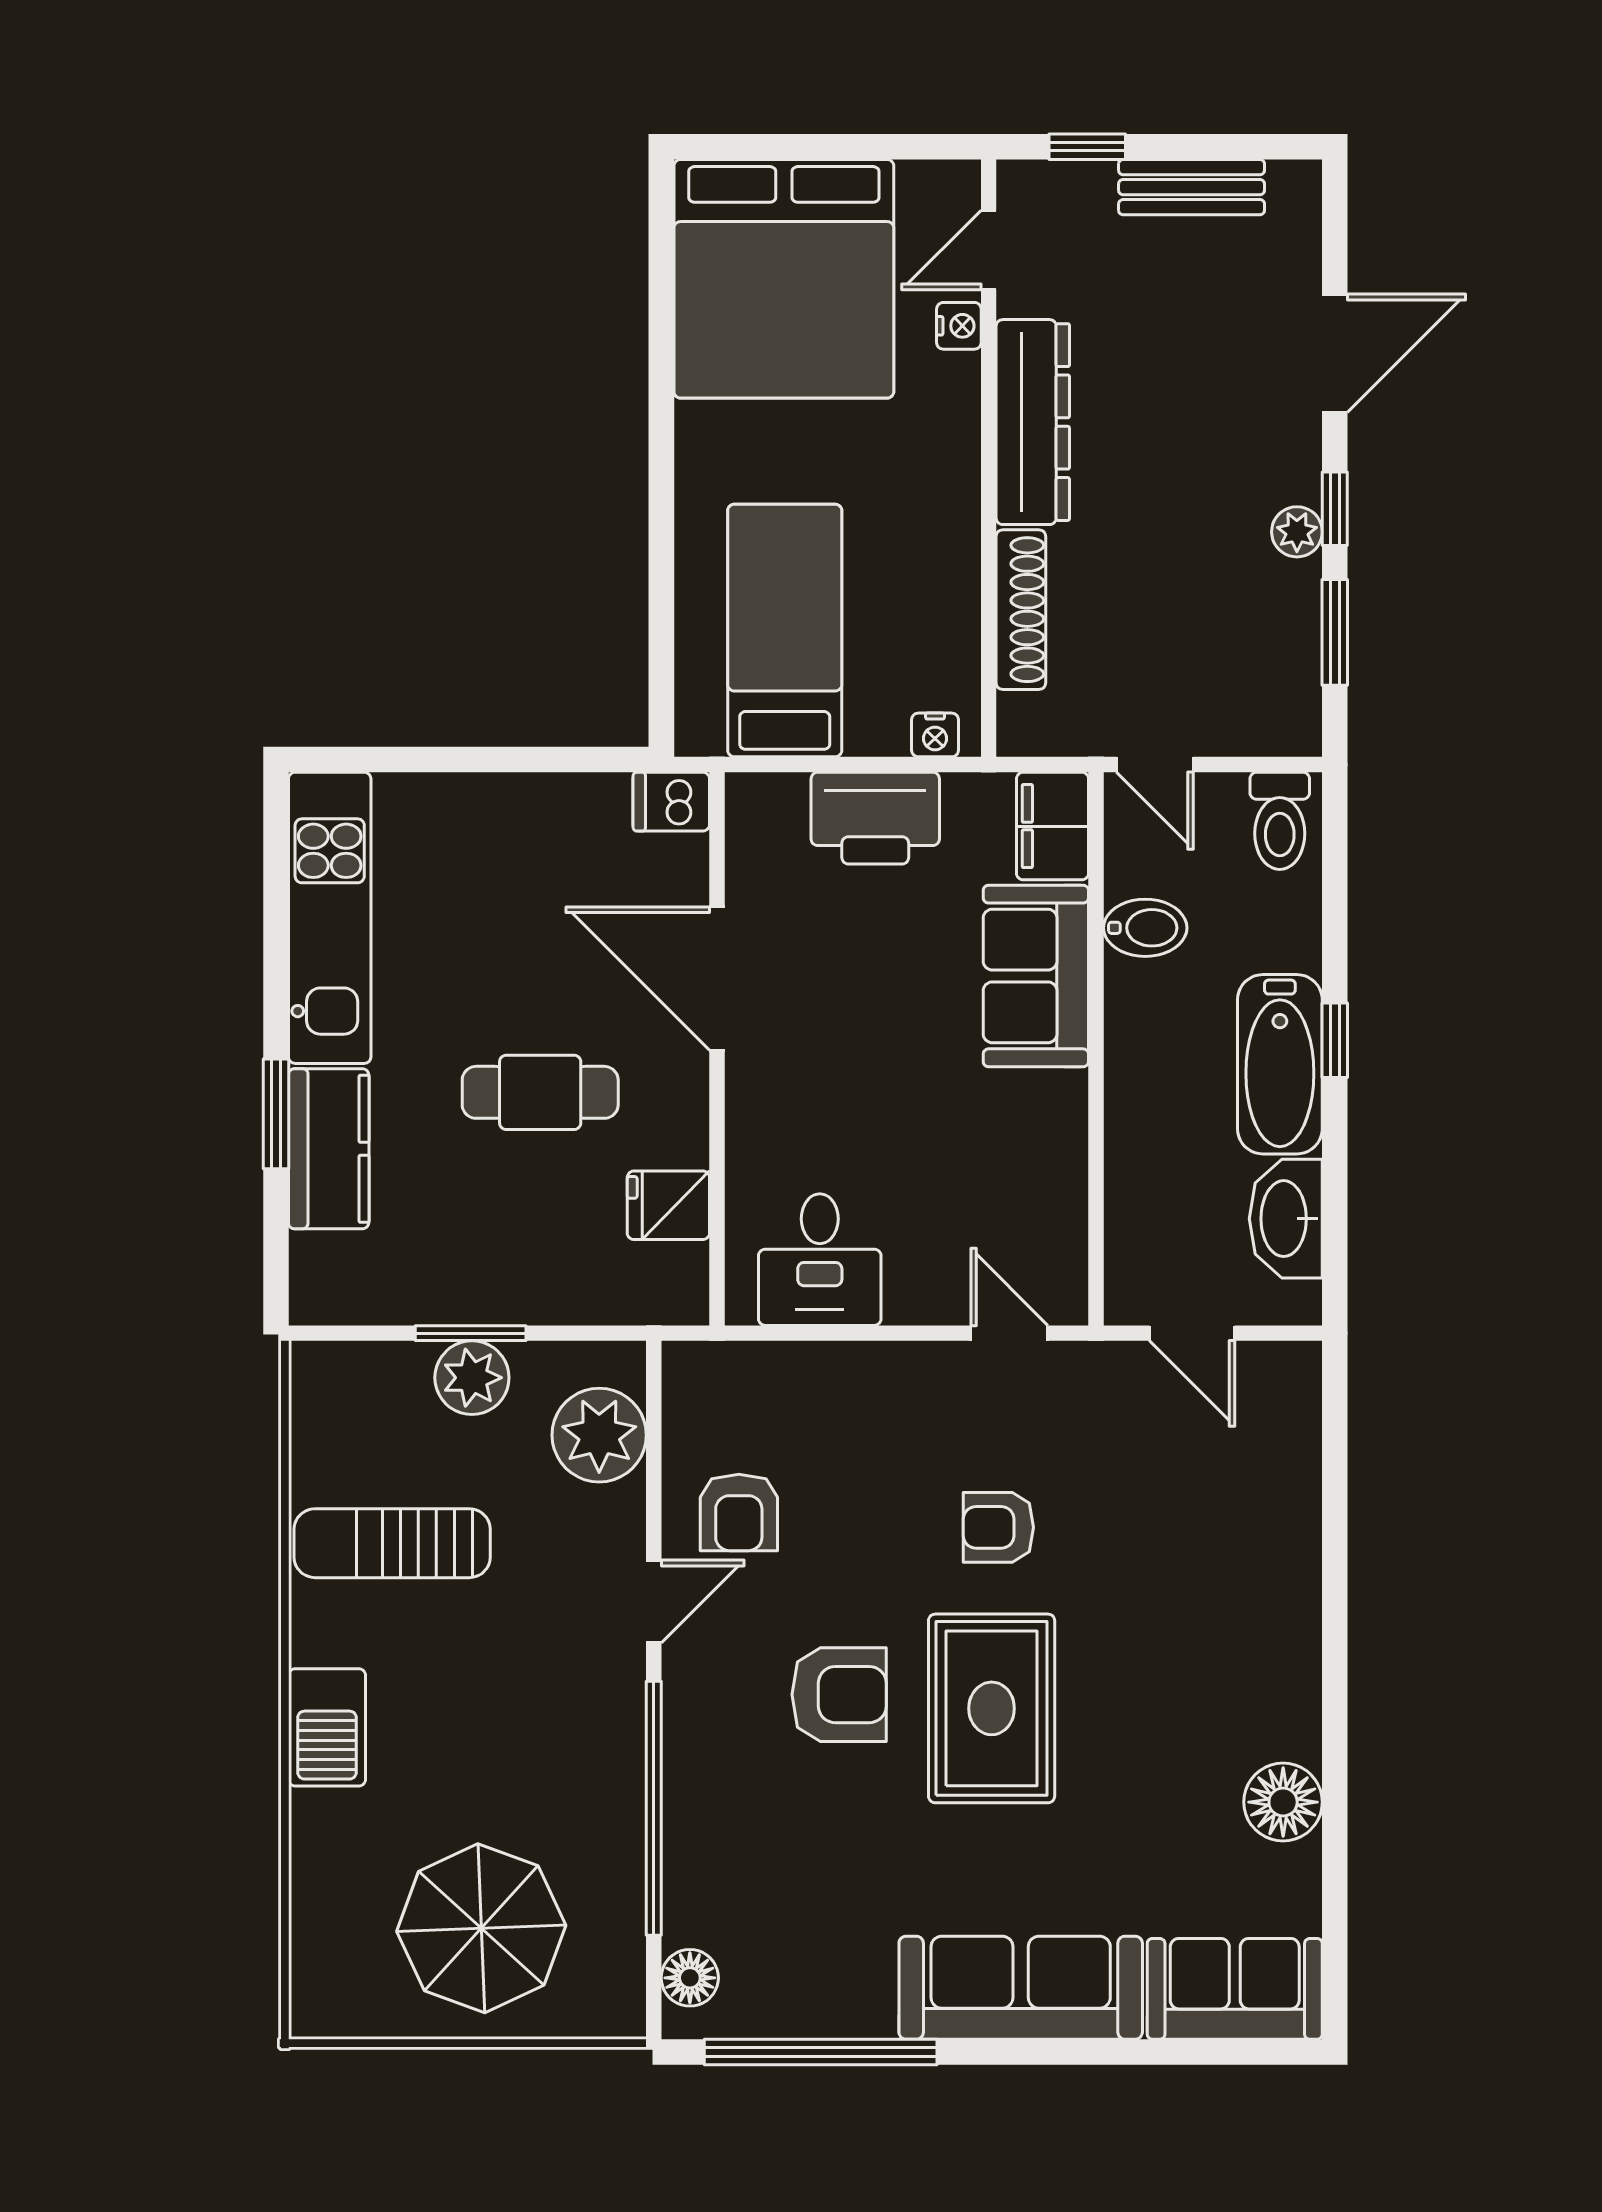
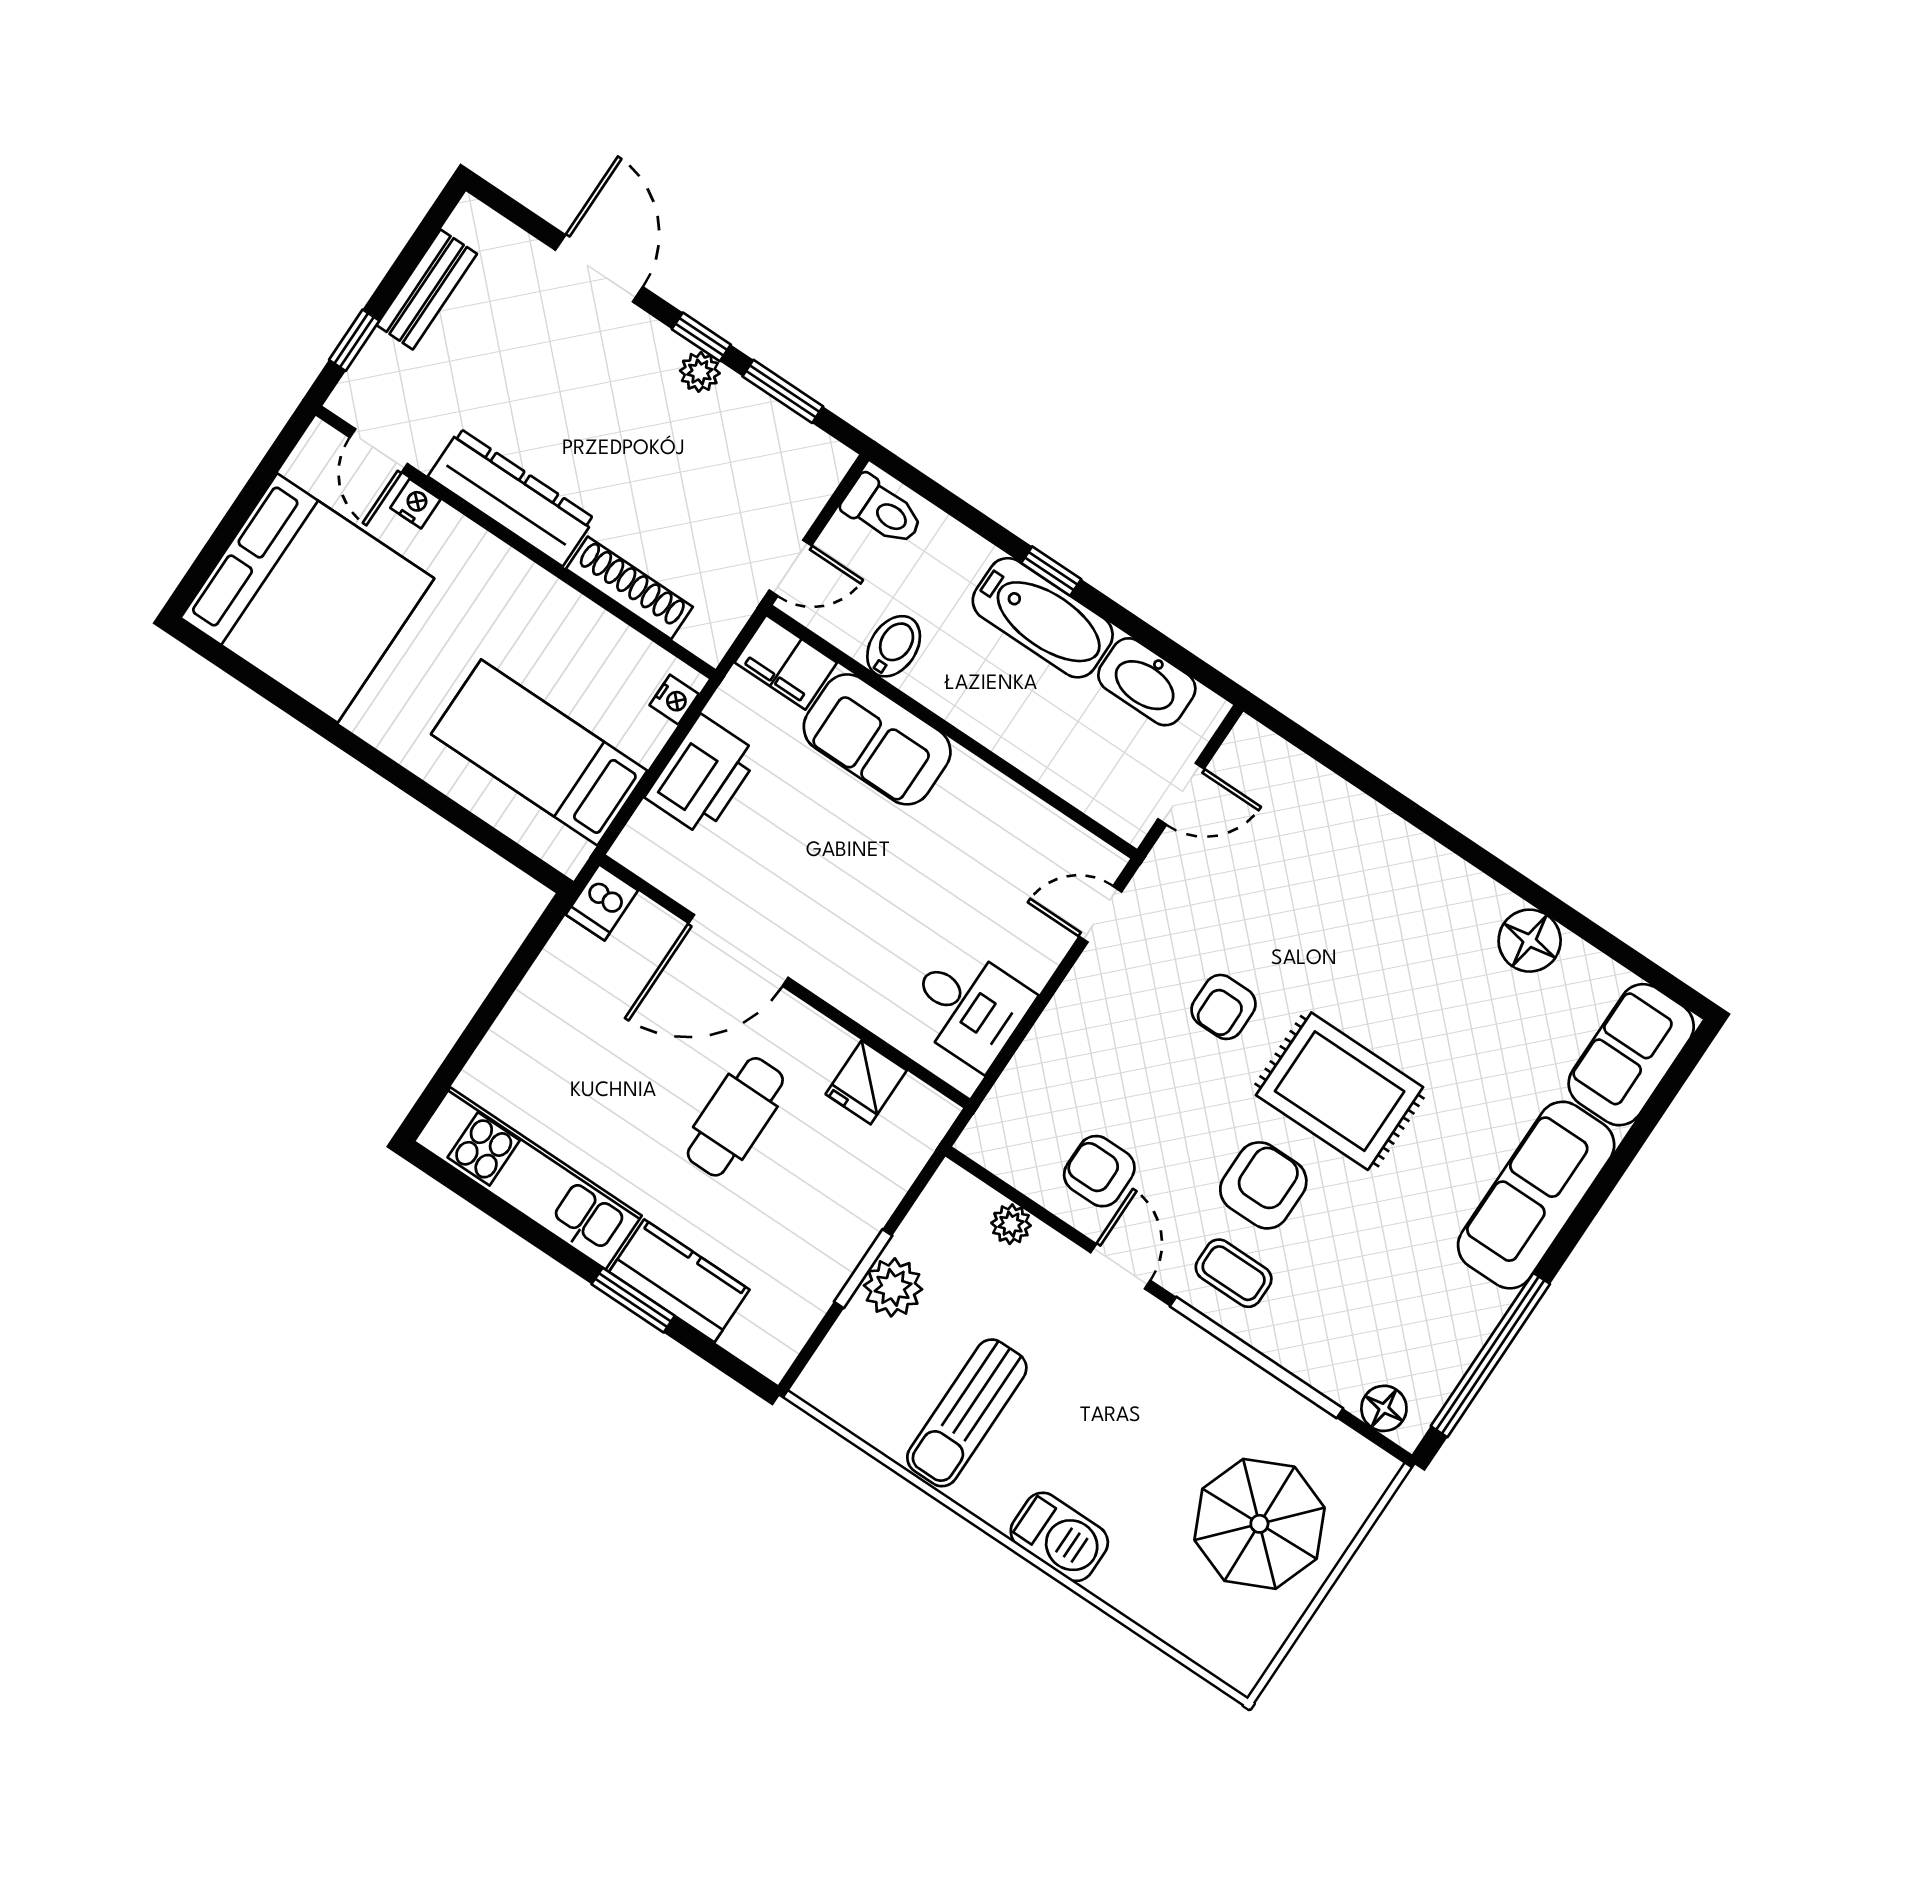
plant: (599, 1435) -> (1011, 1224), width x0.53, depth x0.53
armchair: (739, 1512) -> (1099, 1171), turned 180
coffee table: (726, 1725) -> (1234, 1273), added

